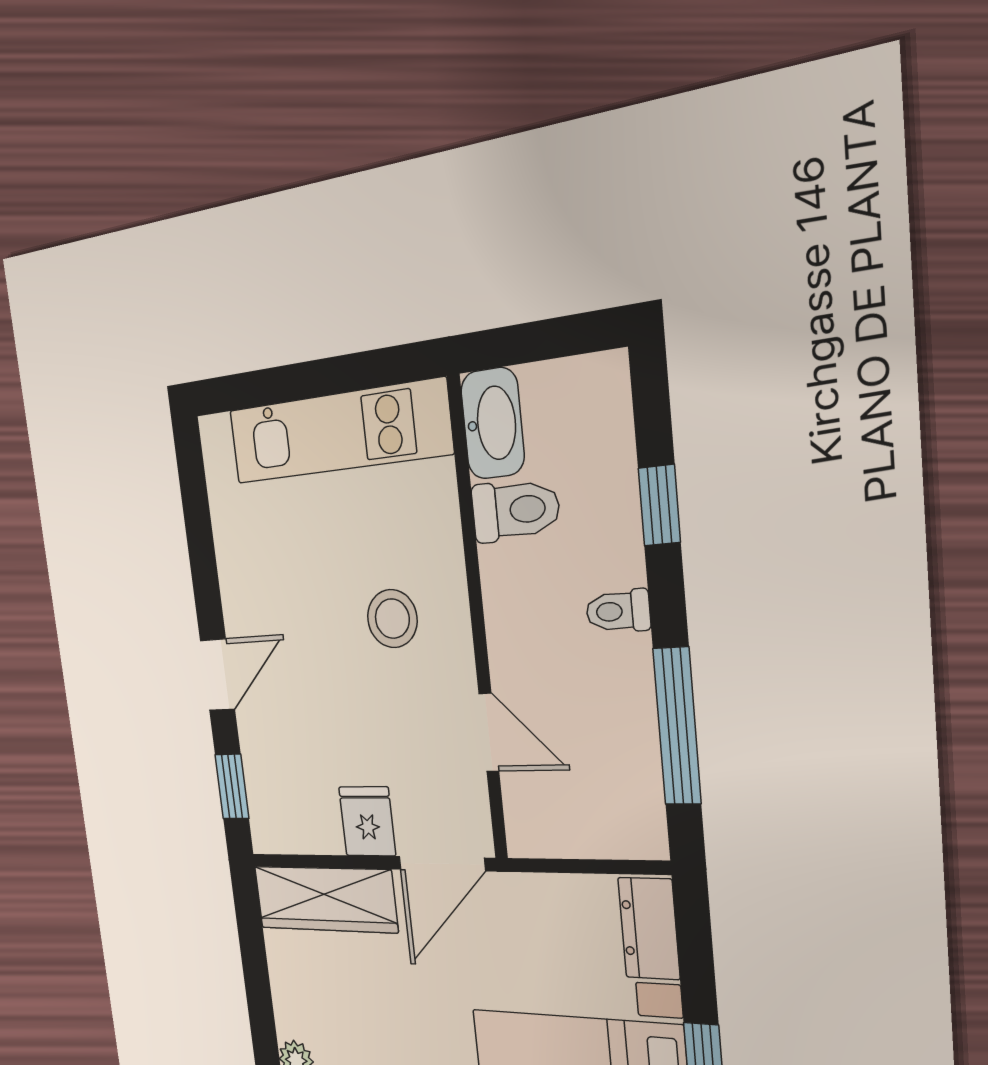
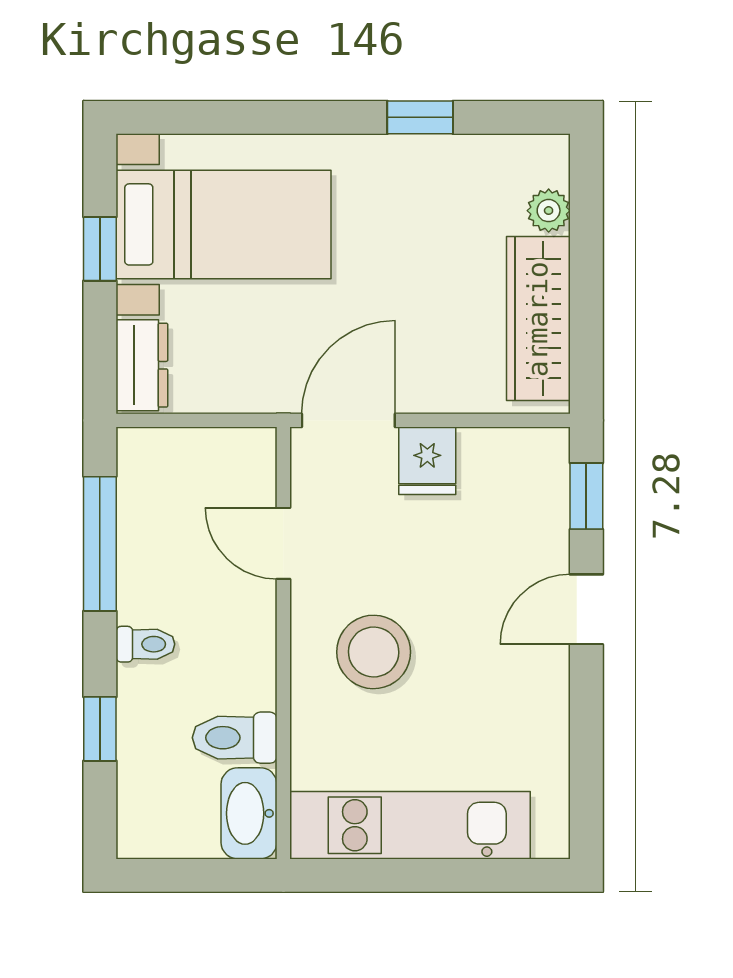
stool: (392, 619) -> (374, 652), width x1.38, depth x1.38
wardrobe: (325, 899) -> (538, 319), moved, turned -90

